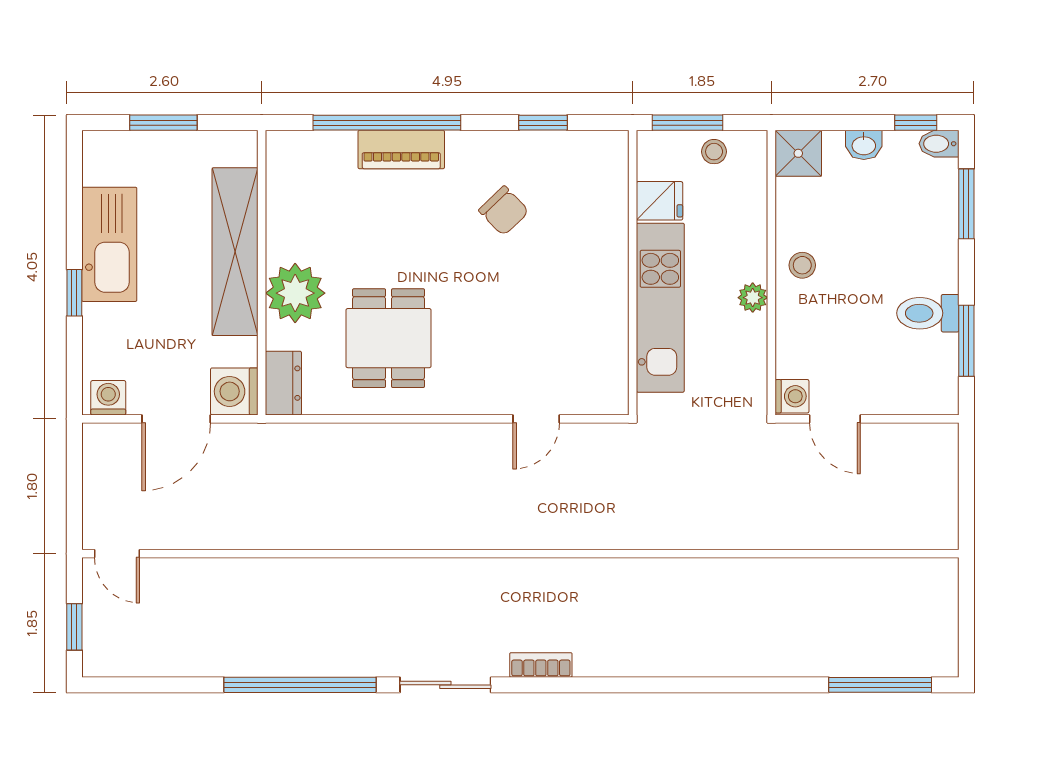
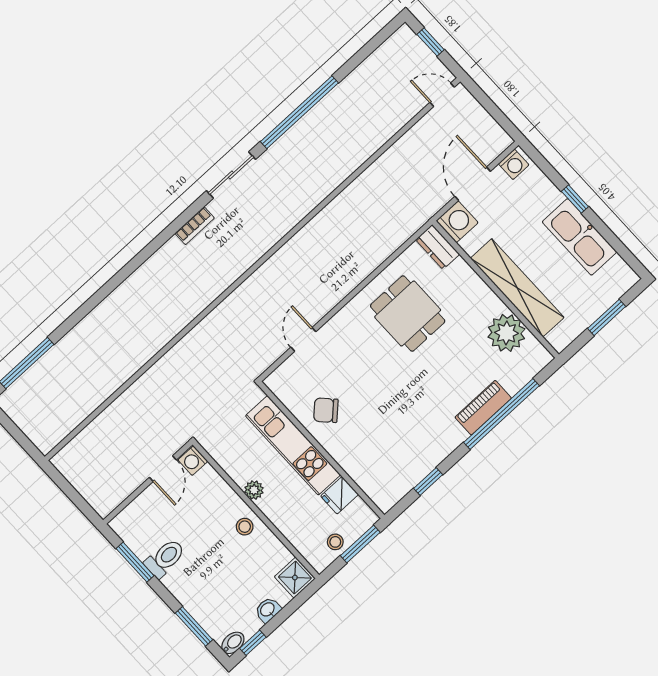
chair: (504, 211) -> (326, 410), moved
plant: (295, 293) -> (506, 333), moved
door: (835, 419) -> (163, 469), swing flipped

